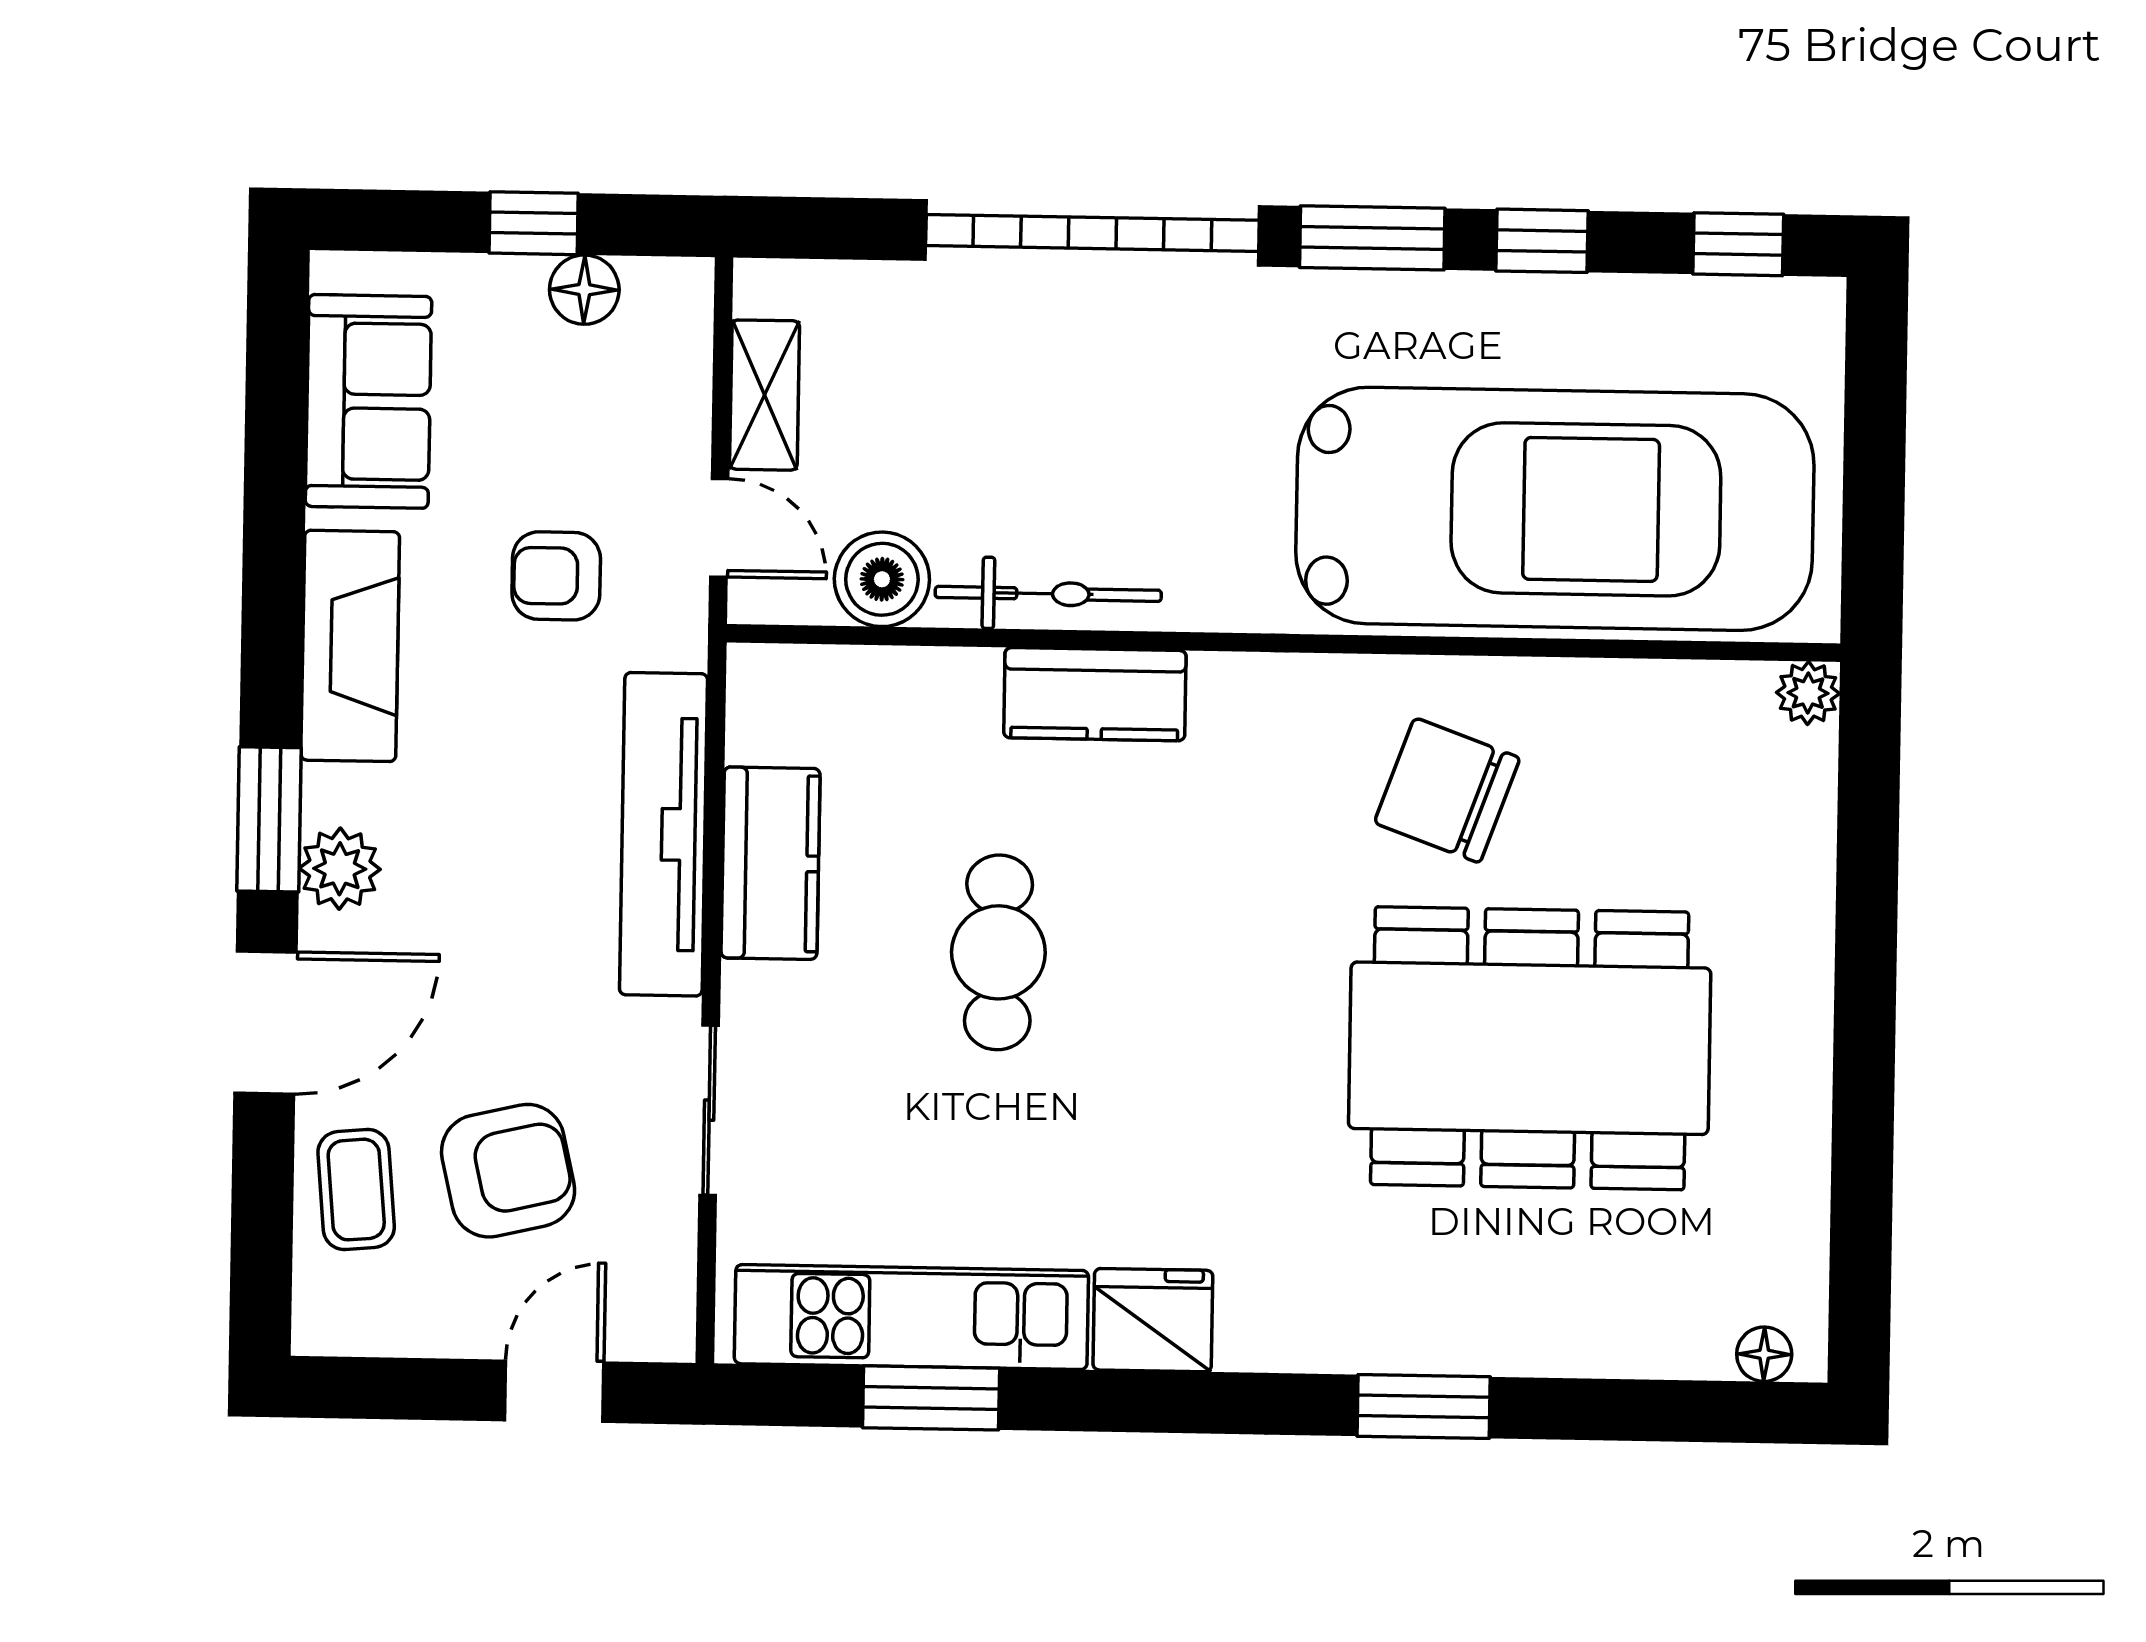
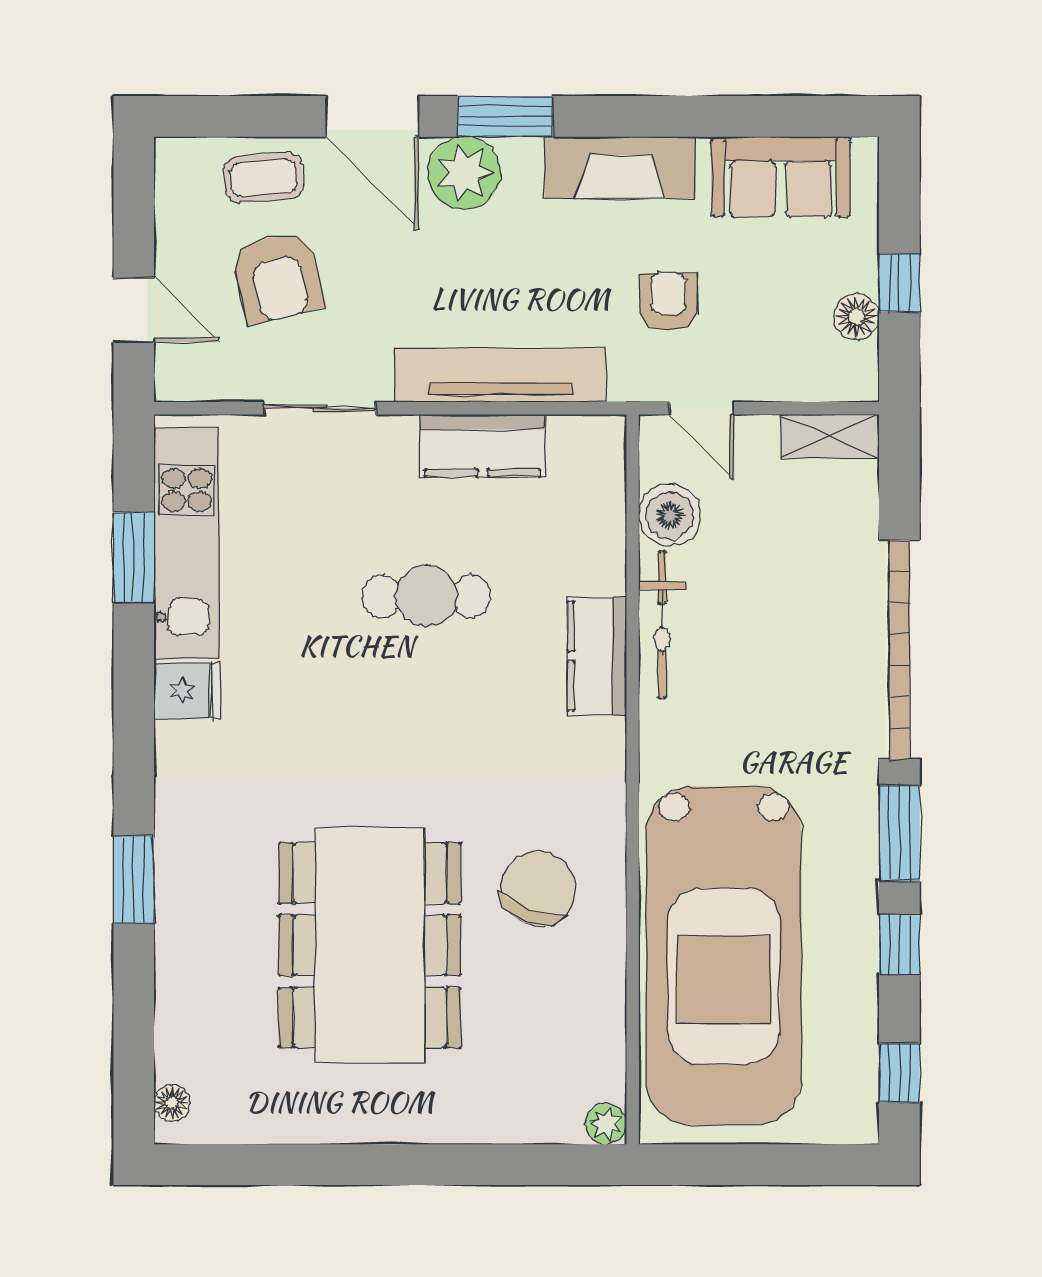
shelving: (765, 395) -> (830, 436), moved
door: (719, 528) -> (702, 408), hinge flipped
plant: (340, 869) -> (464, 173), width x1.36, depth x1.36
fridge: (1153, 1320) -> (187, 691), width x0.72

